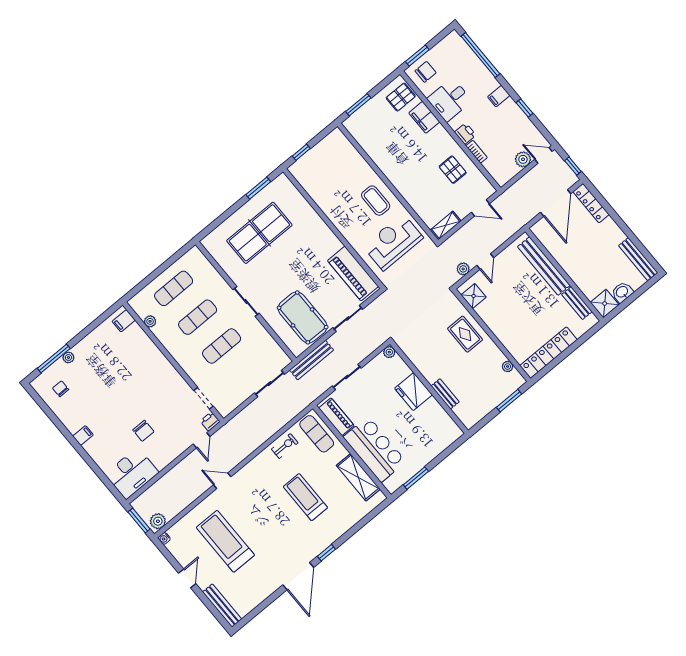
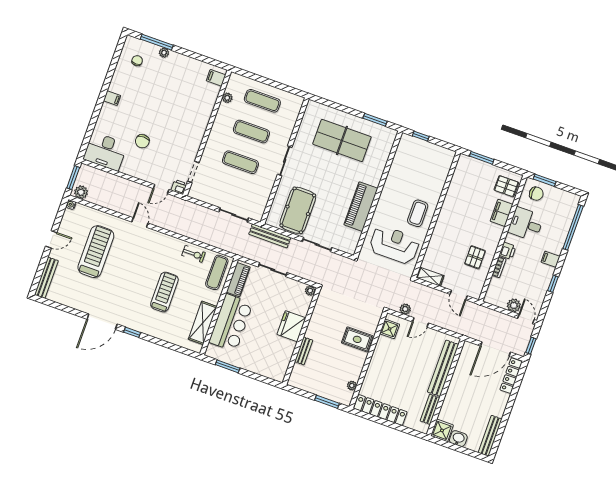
piano: (353, 274) -> (361, 207), moved
rug: (465, 334) -> (357, 339), turned 90

